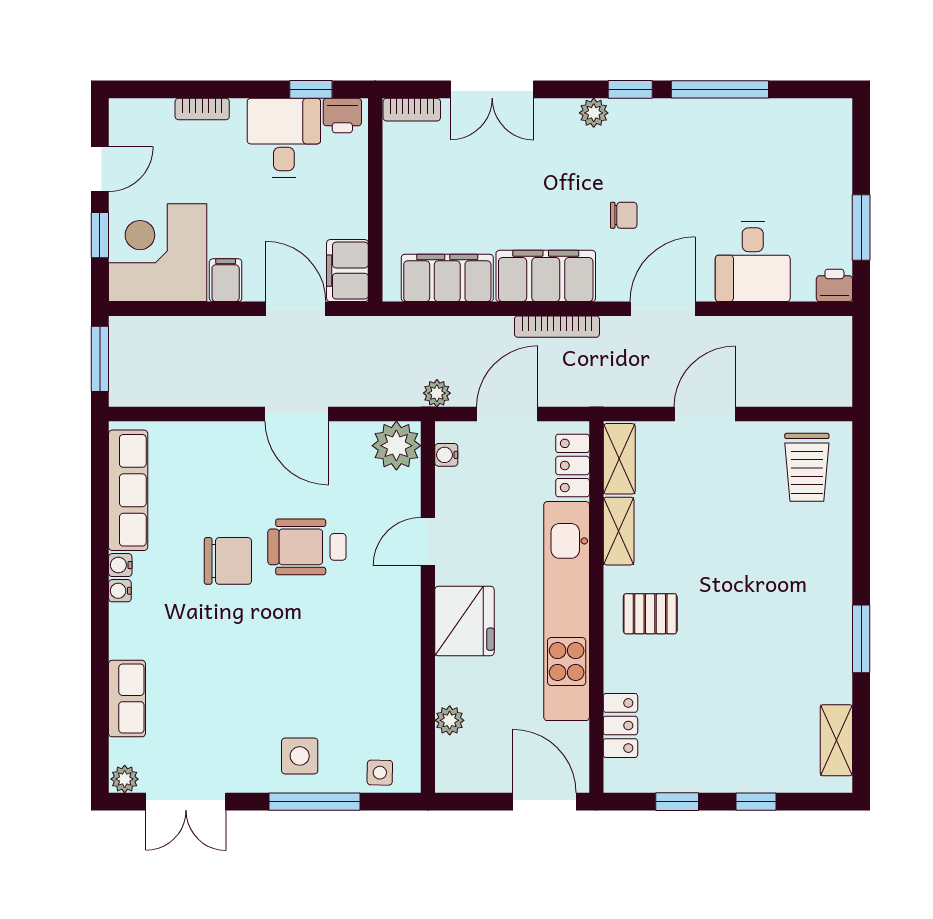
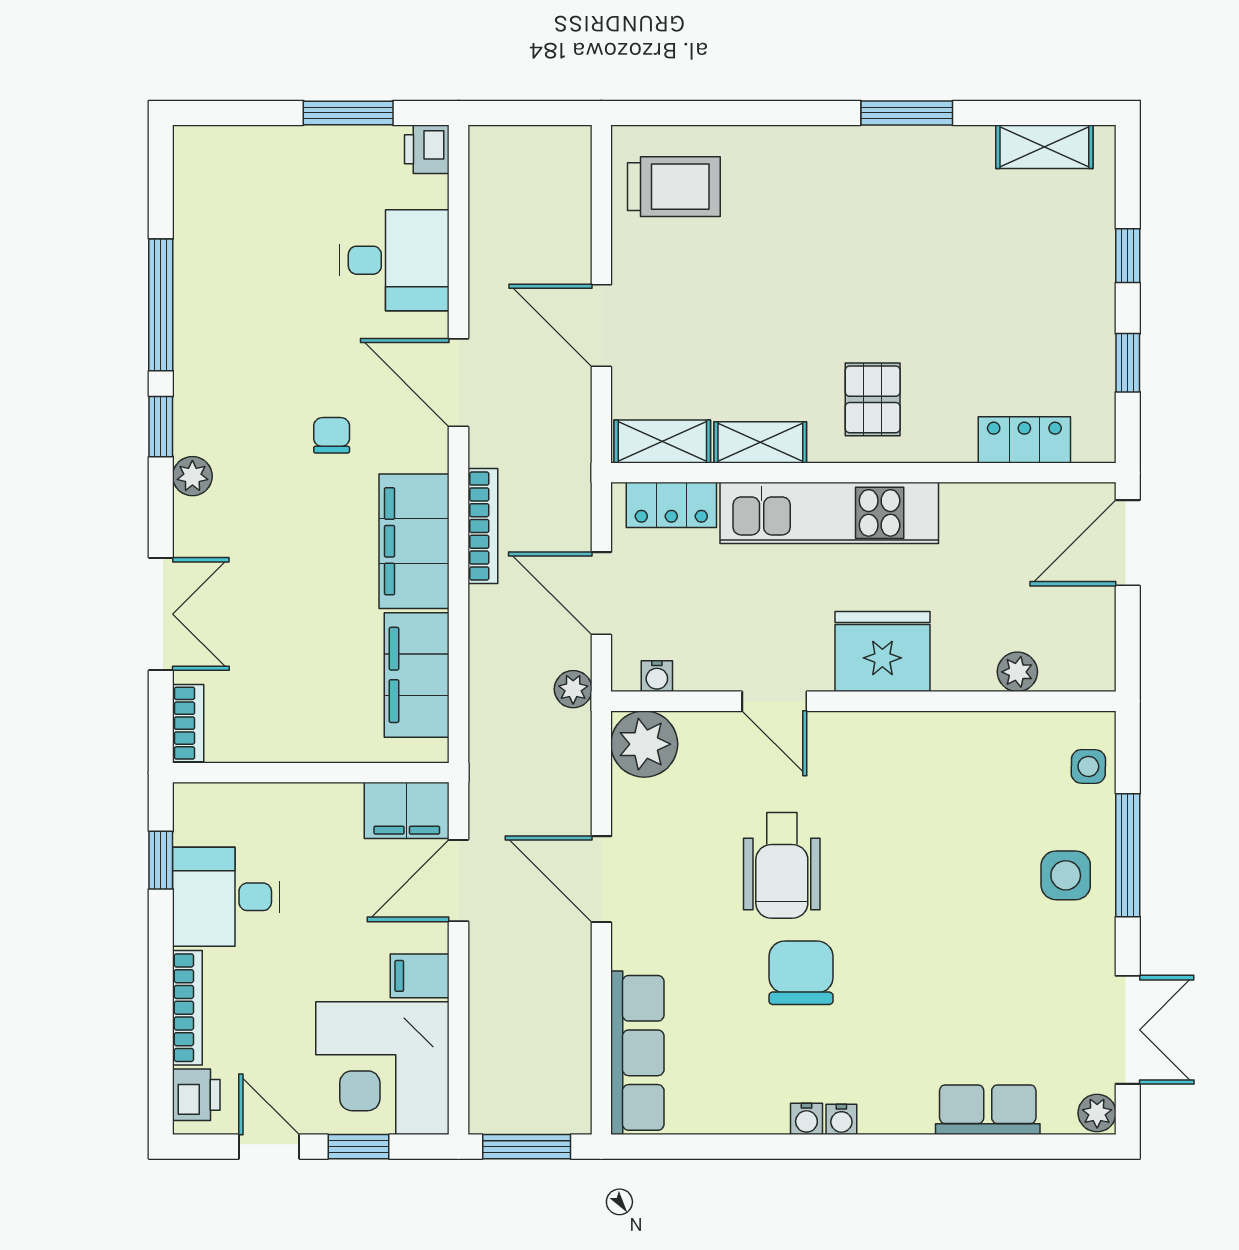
bookcase: (202, 109) -> (187, 1008), width x1.56
printer: (342, 116) -> (196, 1095), moved
door: (297, 414) -> (601, 879), swing flipped
row of seats: (128, 490) -> (637, 1053), moved, turned 90
kitchen unit: (567, 611) -> (829, 513), width x0.73

